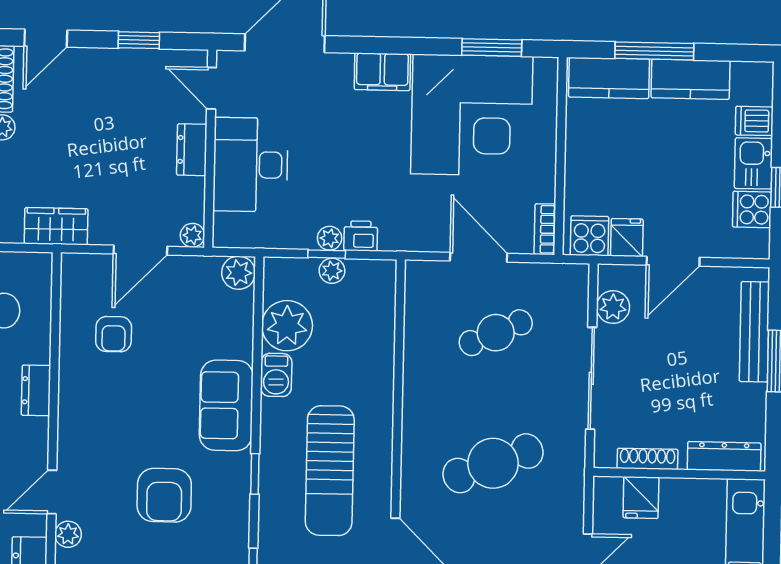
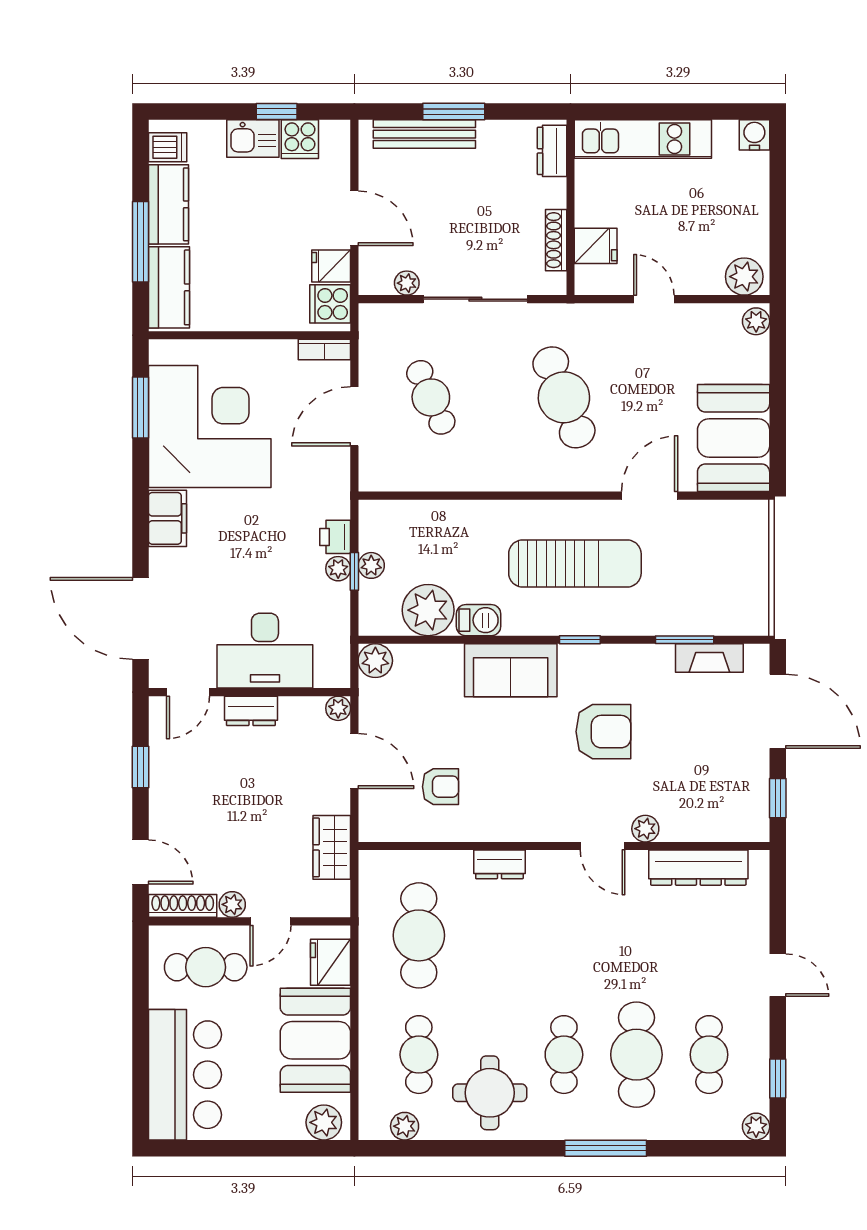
dishwasher: (754, 121) -> (168, 147), moved, turned -90
plant: (613, 307) -> (407, 283), width x0.73, depth x0.73
dresser: (724, 456) -> (552, 151), width x0.70

